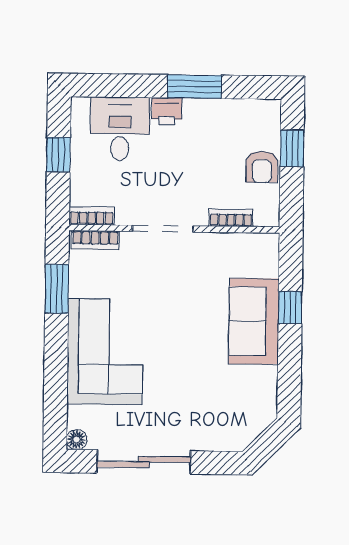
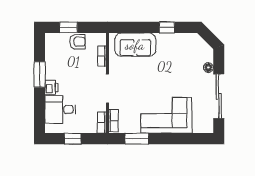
window: (290, 308) -> (167, 27), moved
sofa: (254, 321) -> (135, 45), moved
floor lamp: (77, 439) -> (208, 67), moved

